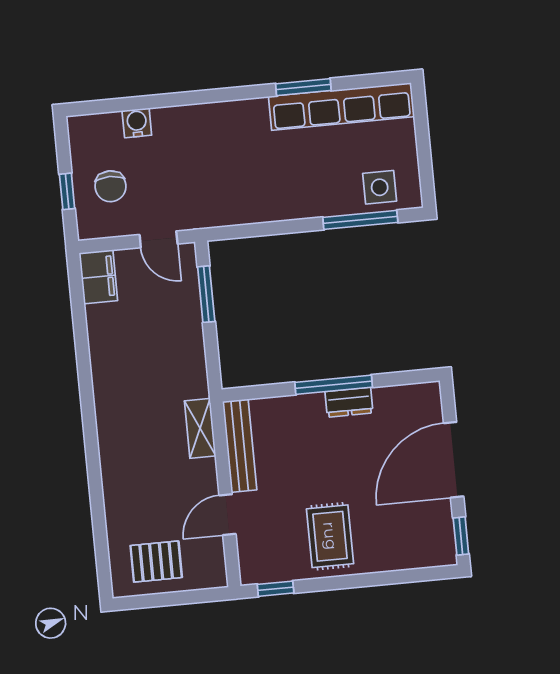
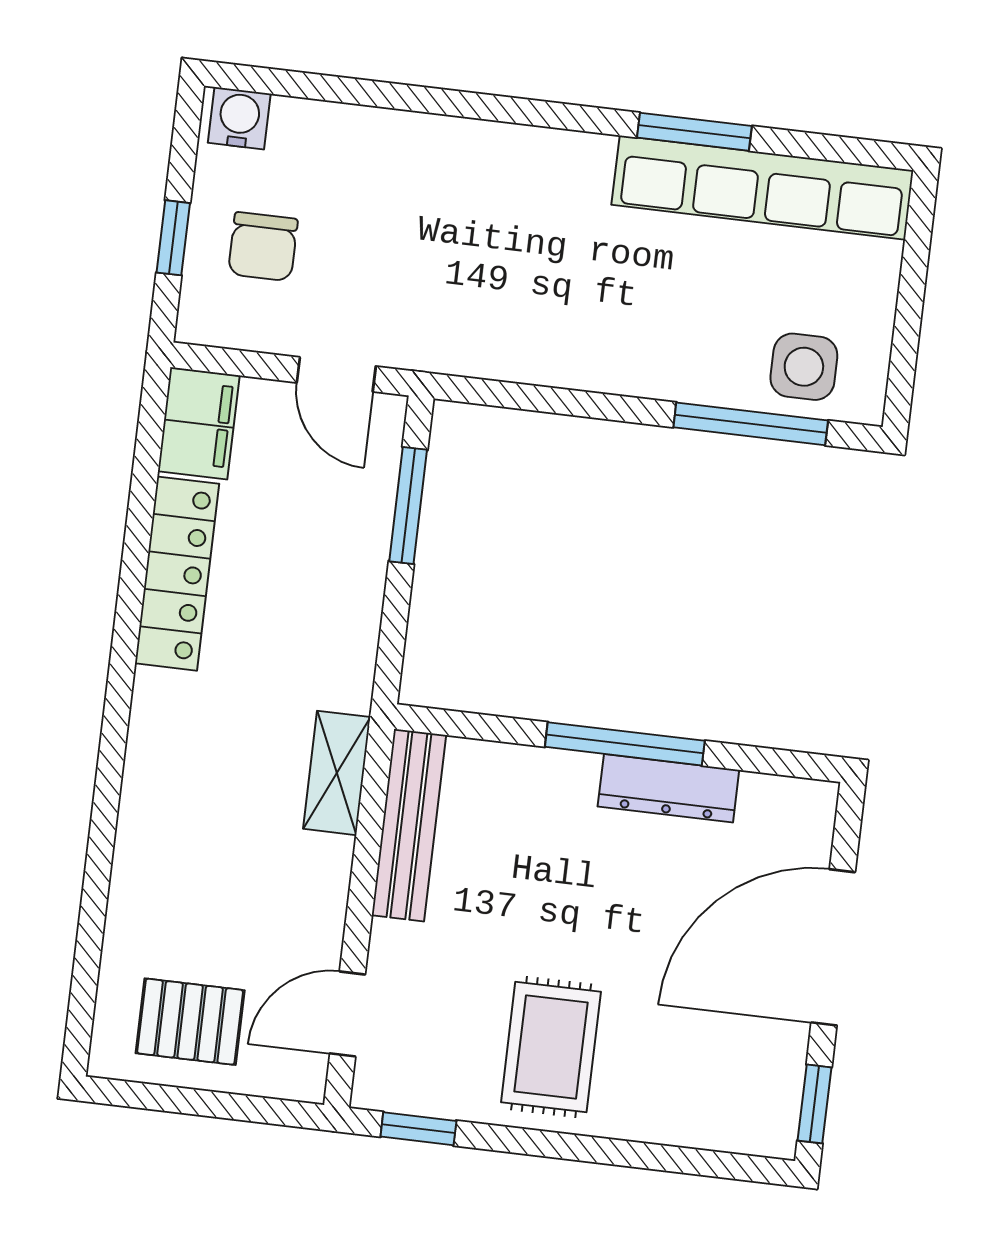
water cooler: (137, 123) -> (239, 118), moved
locker: (104, 350) -> (177, 574), added
dresser: (349, 402) -> (668, 788), width x1.44
door: (227, 515) -> (348, 1014), moved

